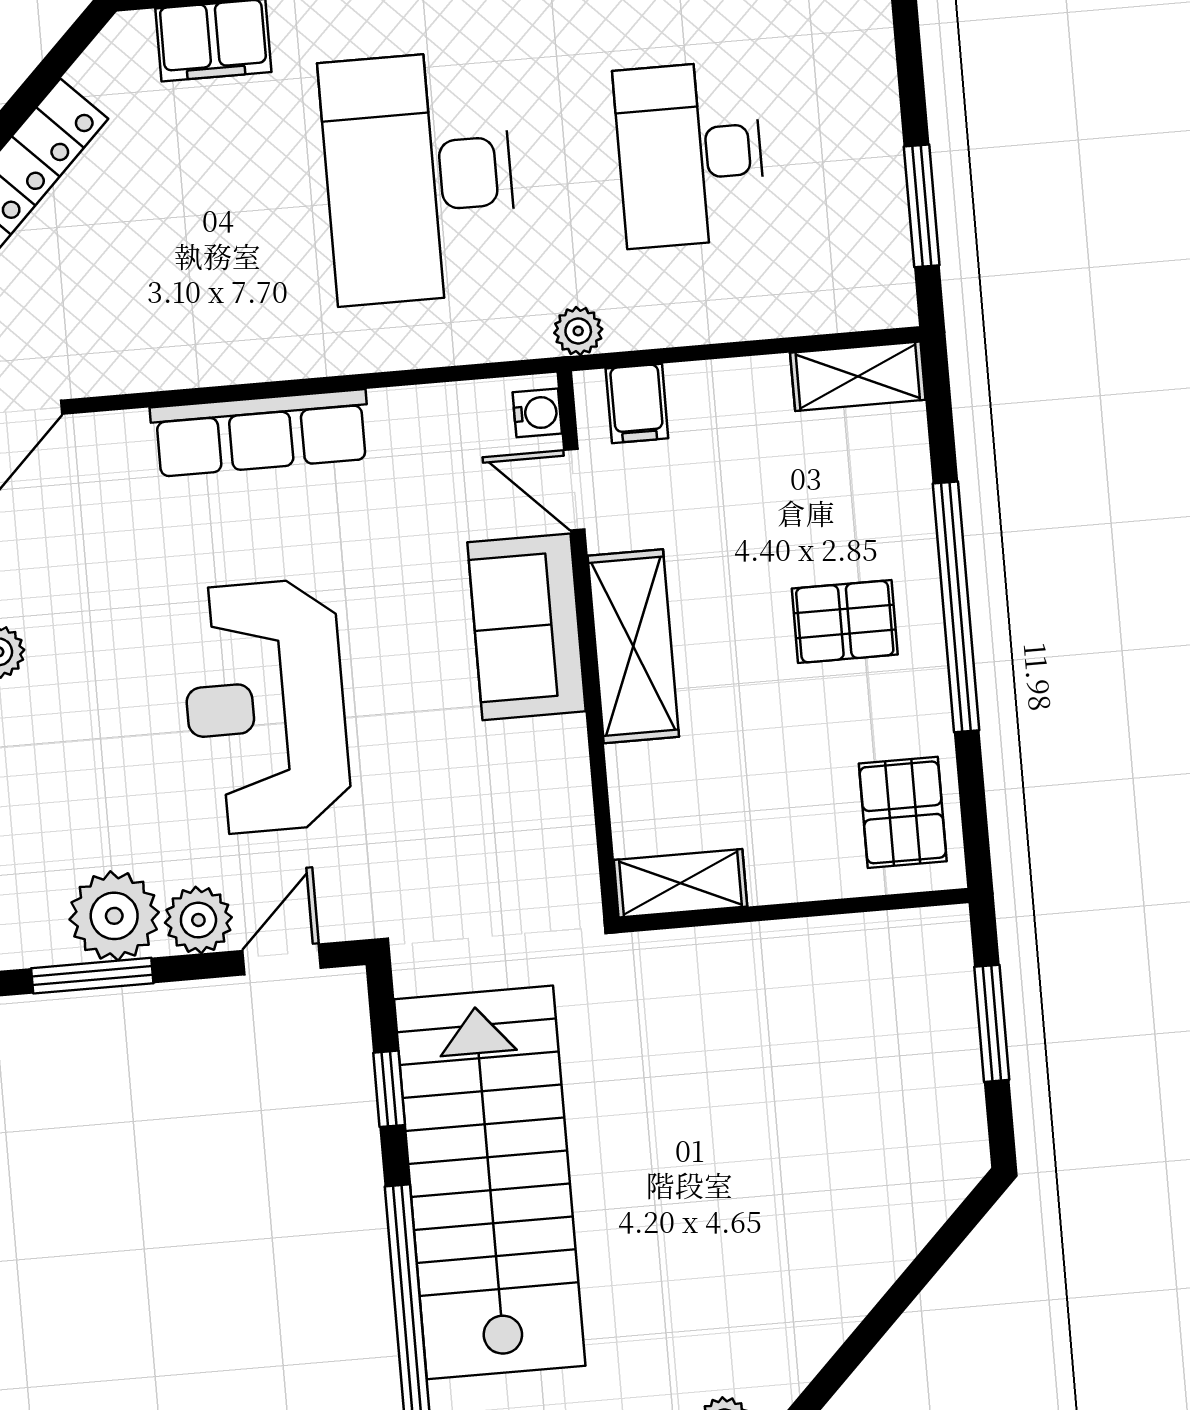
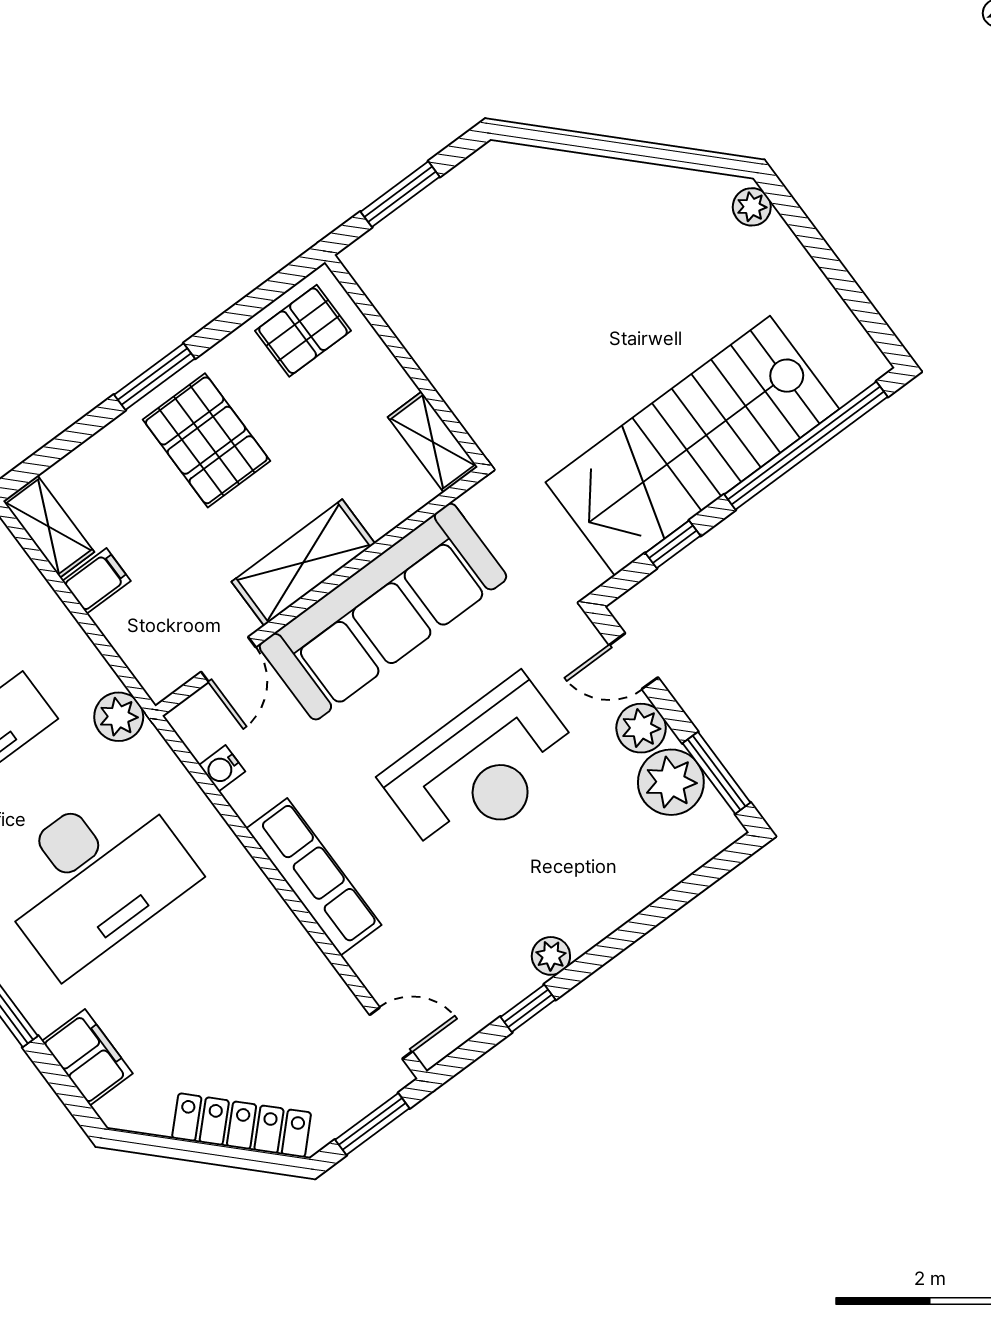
plant: (578, 331) -> (119, 717), width x1.38, depth x1.38
filing cabinet: (637, 403) -> (96, 581), moved
water cooler: (537, 413) -> (222, 768), moved, turned -90
window: (956, 607) -> (154, 377), width x0.47
pallet: (845, 622) -> (206, 440), width x1.50, depth x1.42
sofa: (526, 627) -> (383, 612), width x1.85, depth x1.27

